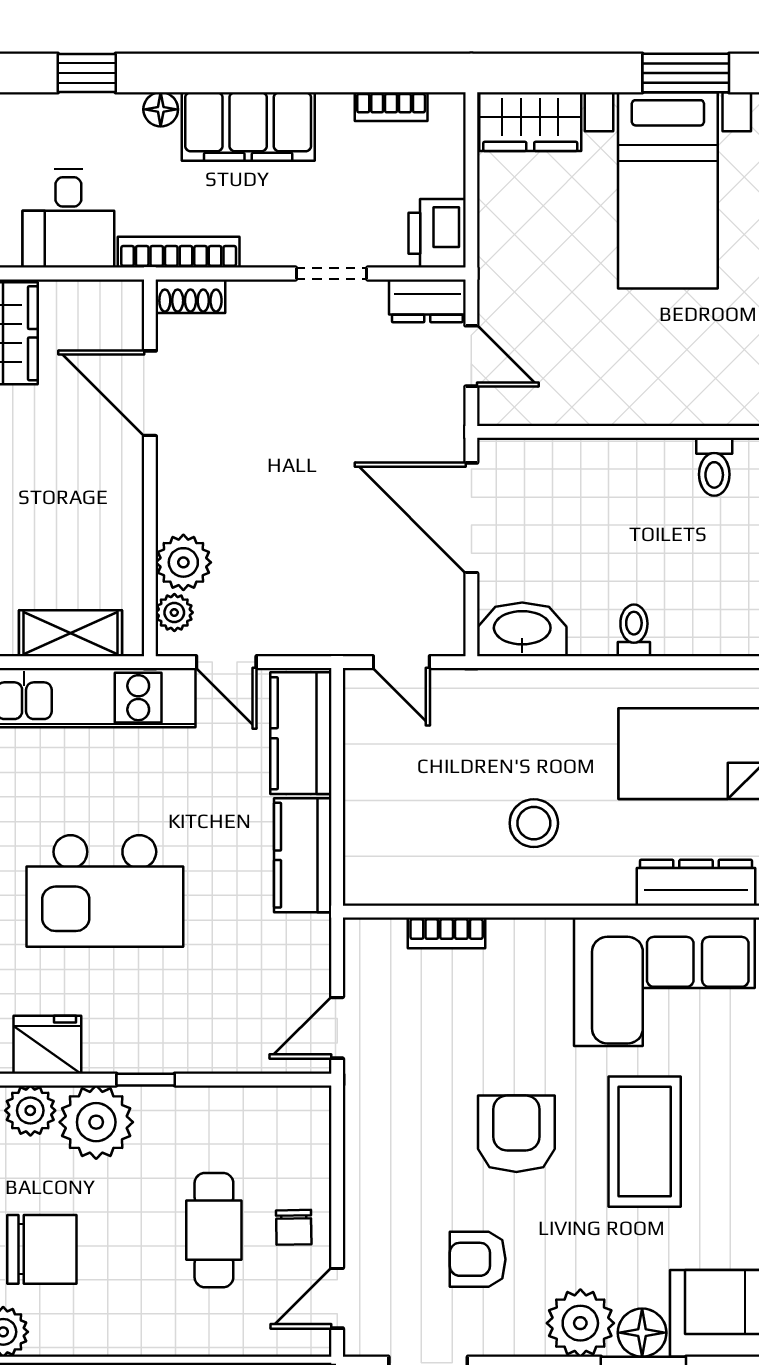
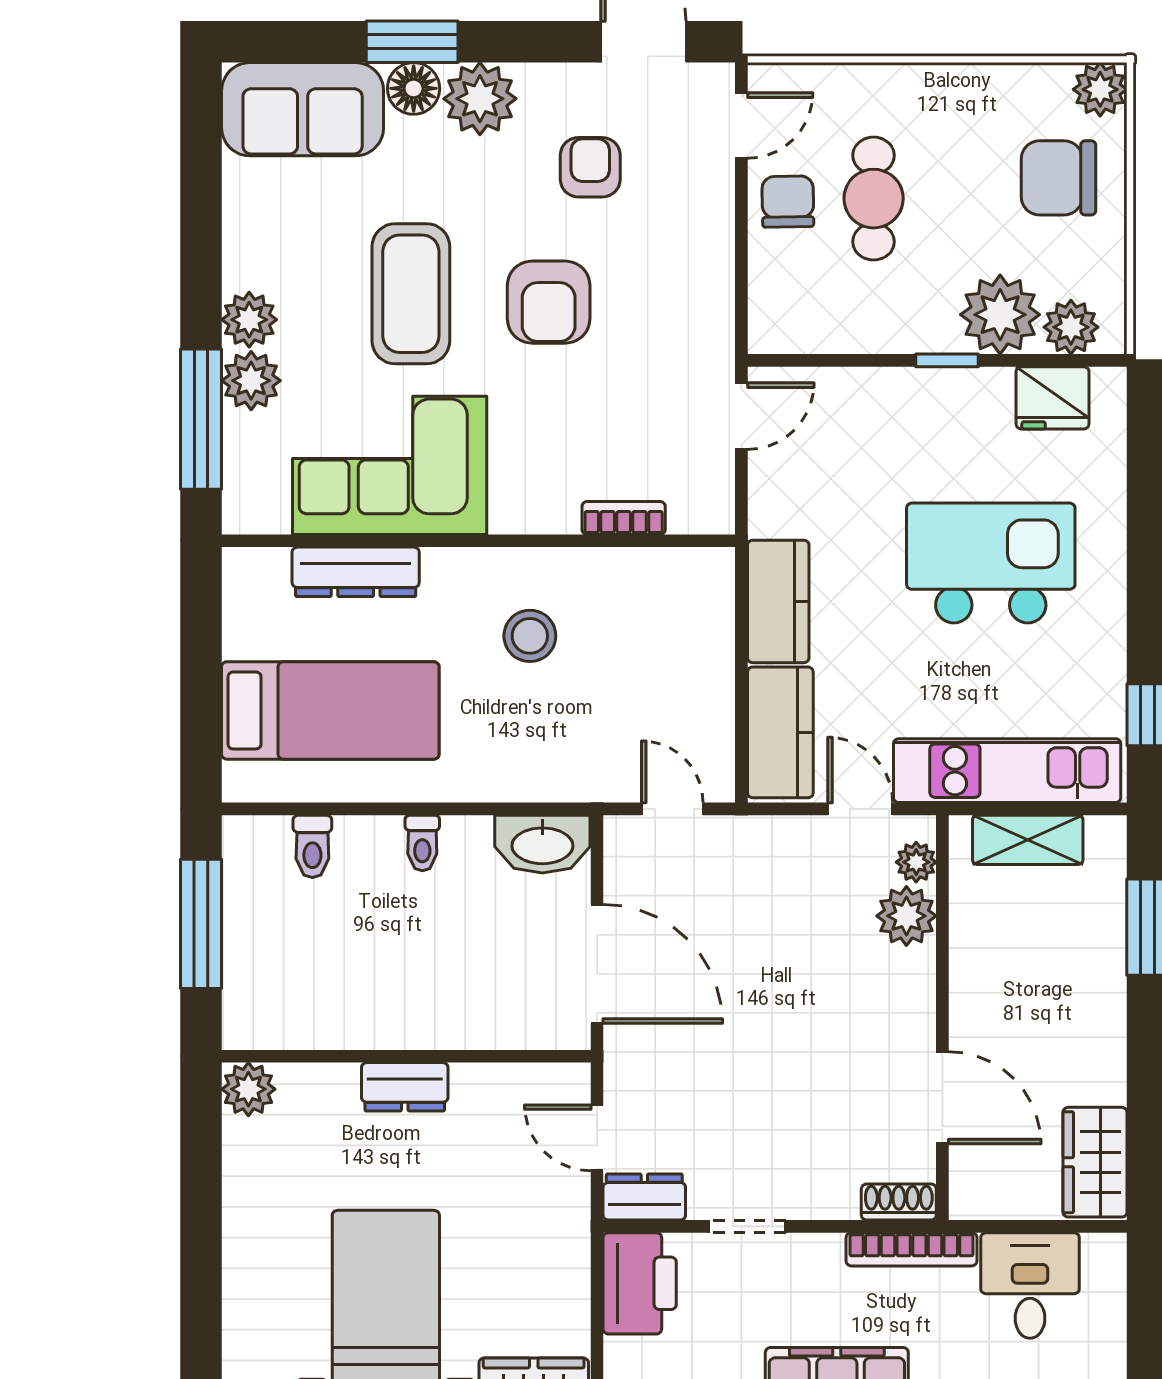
printer: (437, 233) -> (640, 1283), width x1.37, depth x1.19
dresser: (650, 403) -> (405, 1087), added
toilet: (714, 467) -> (312, 846), moved, turned 180
chair: (294, 1227) -> (788, 202), width x1.37, depth x1.37
armchair: (478, 1259) -> (590, 167), turned -90

